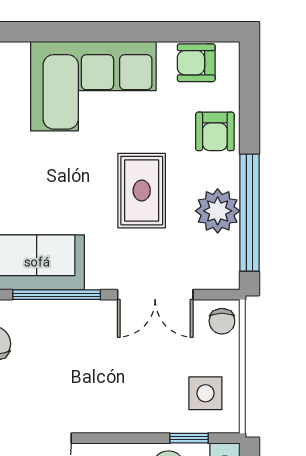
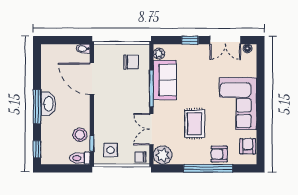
rug: (142, 191) -> (195, 124), turned 90
plant: (218, 211) -> (163, 155), moved
window: (249, 213) -> (208, 168), moved

